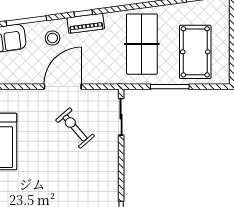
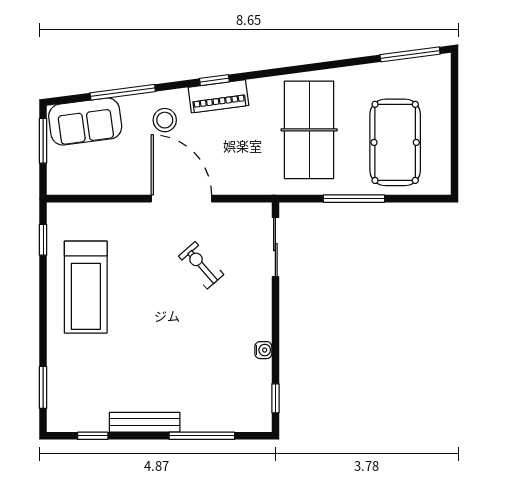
door: (63, 87) -> (181, 199), hinge flipped
exercise bike: (75, 128) -> (201, 265), width x0.73, depth x0.72
water cooler: (114, 181) -> (263, 350), added

